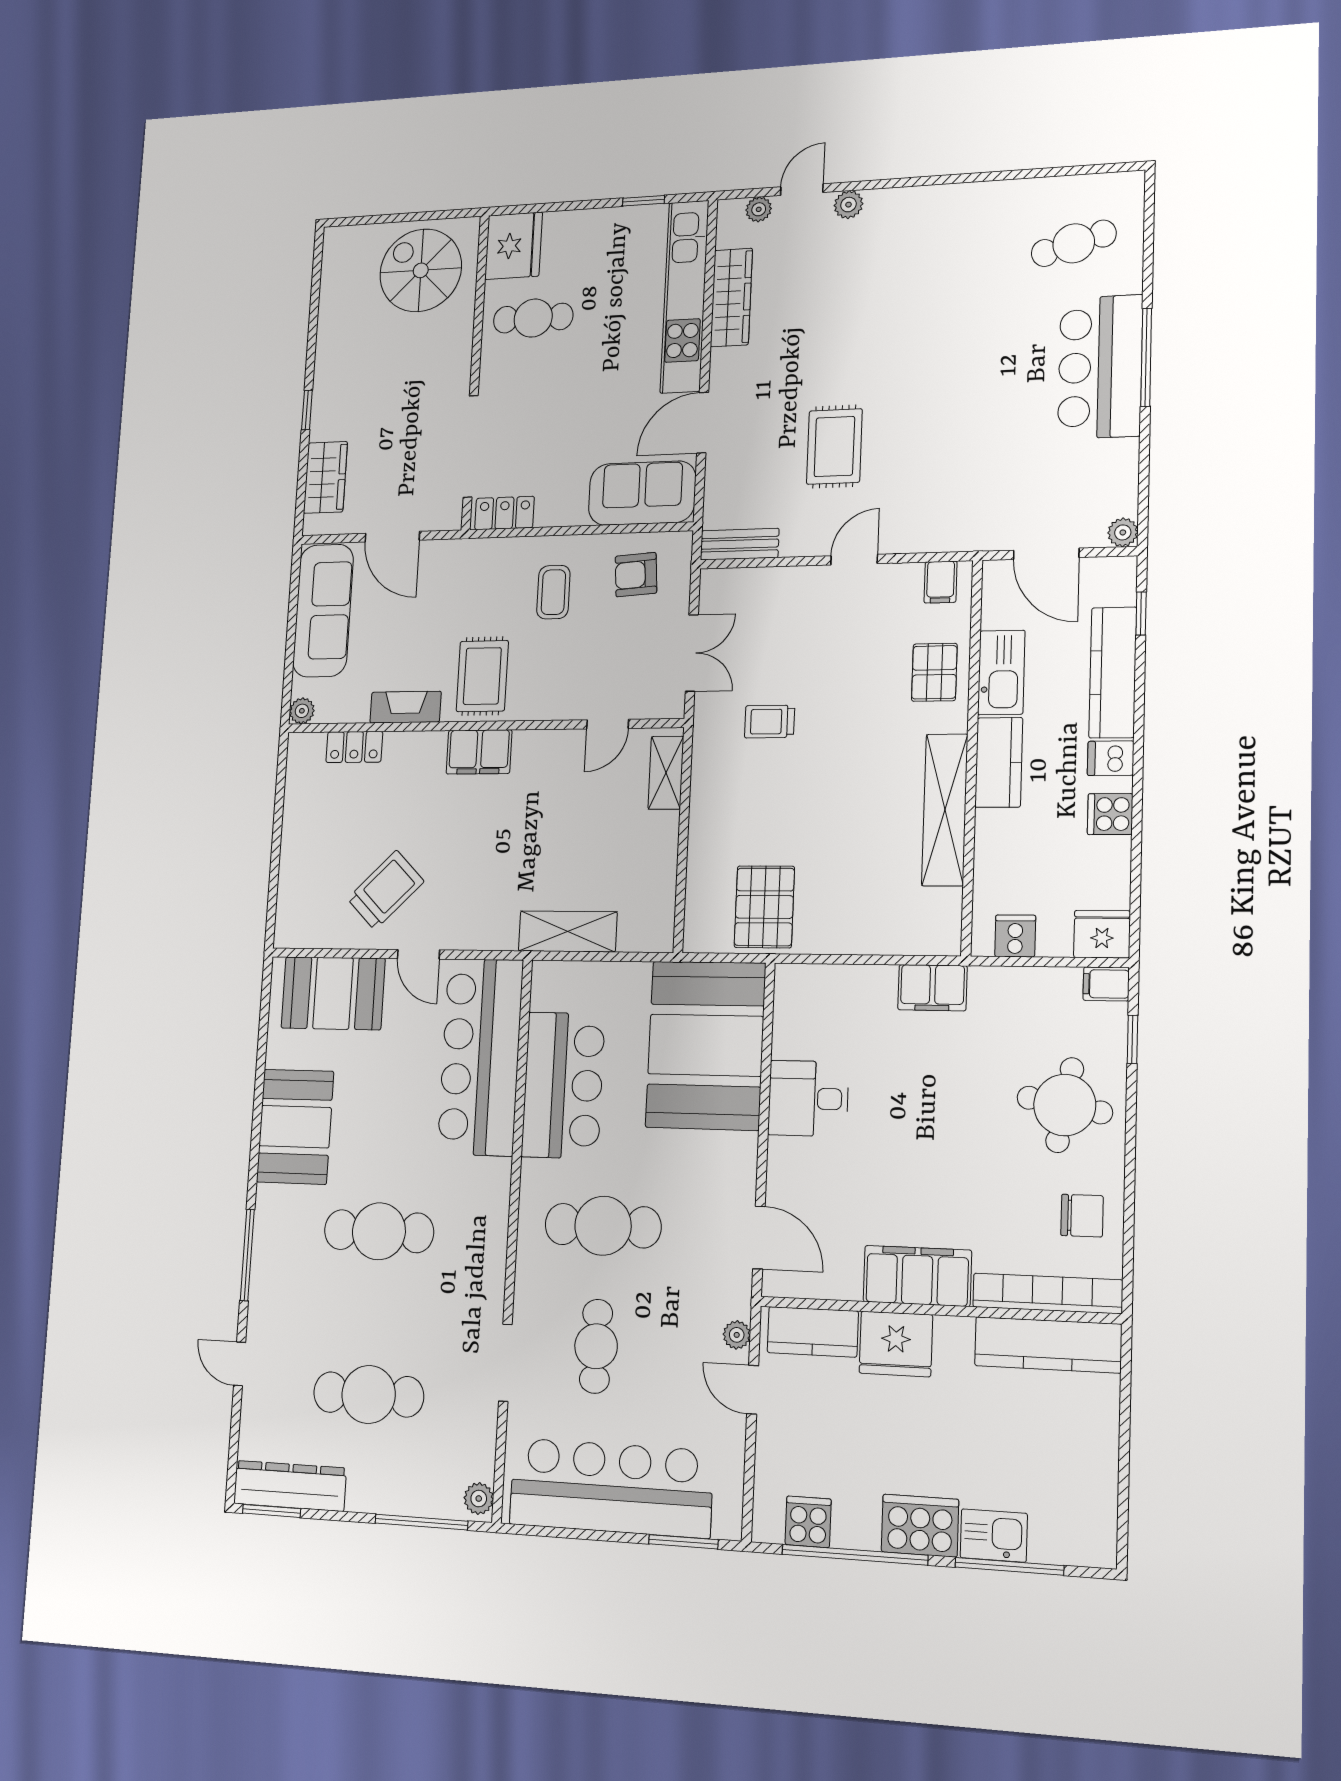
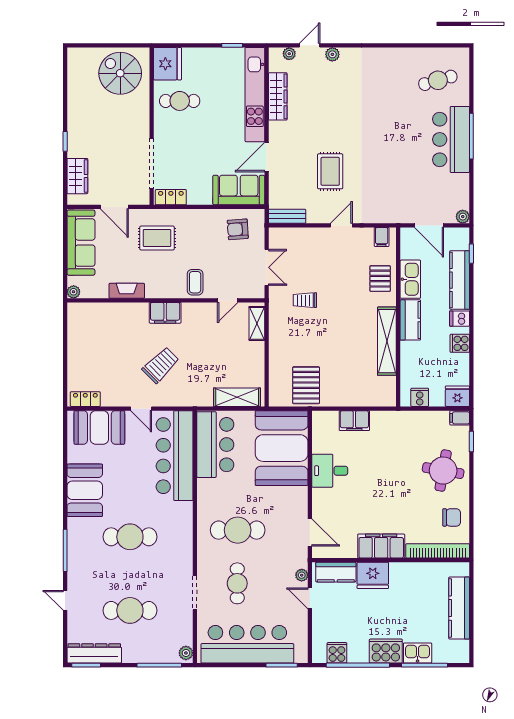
coffee table: (553, 592) -> (195, 282), moved
rug: (482, 676) -> (157, 238), moved, turned 90
locker: (354, 747) -> (85, 399), moved, turned 180
trolley: (386, 890) -> (161, 365), moved
shelving: (568, 931) -> (237, 397), moved
filing cabinet: (932, 988) -> (354, 421), moved
bar counter: (563, 1085) -> (215, 445), moved
kitchen counter: (1048, 1345) -> (459, 608), moved, turned 90

